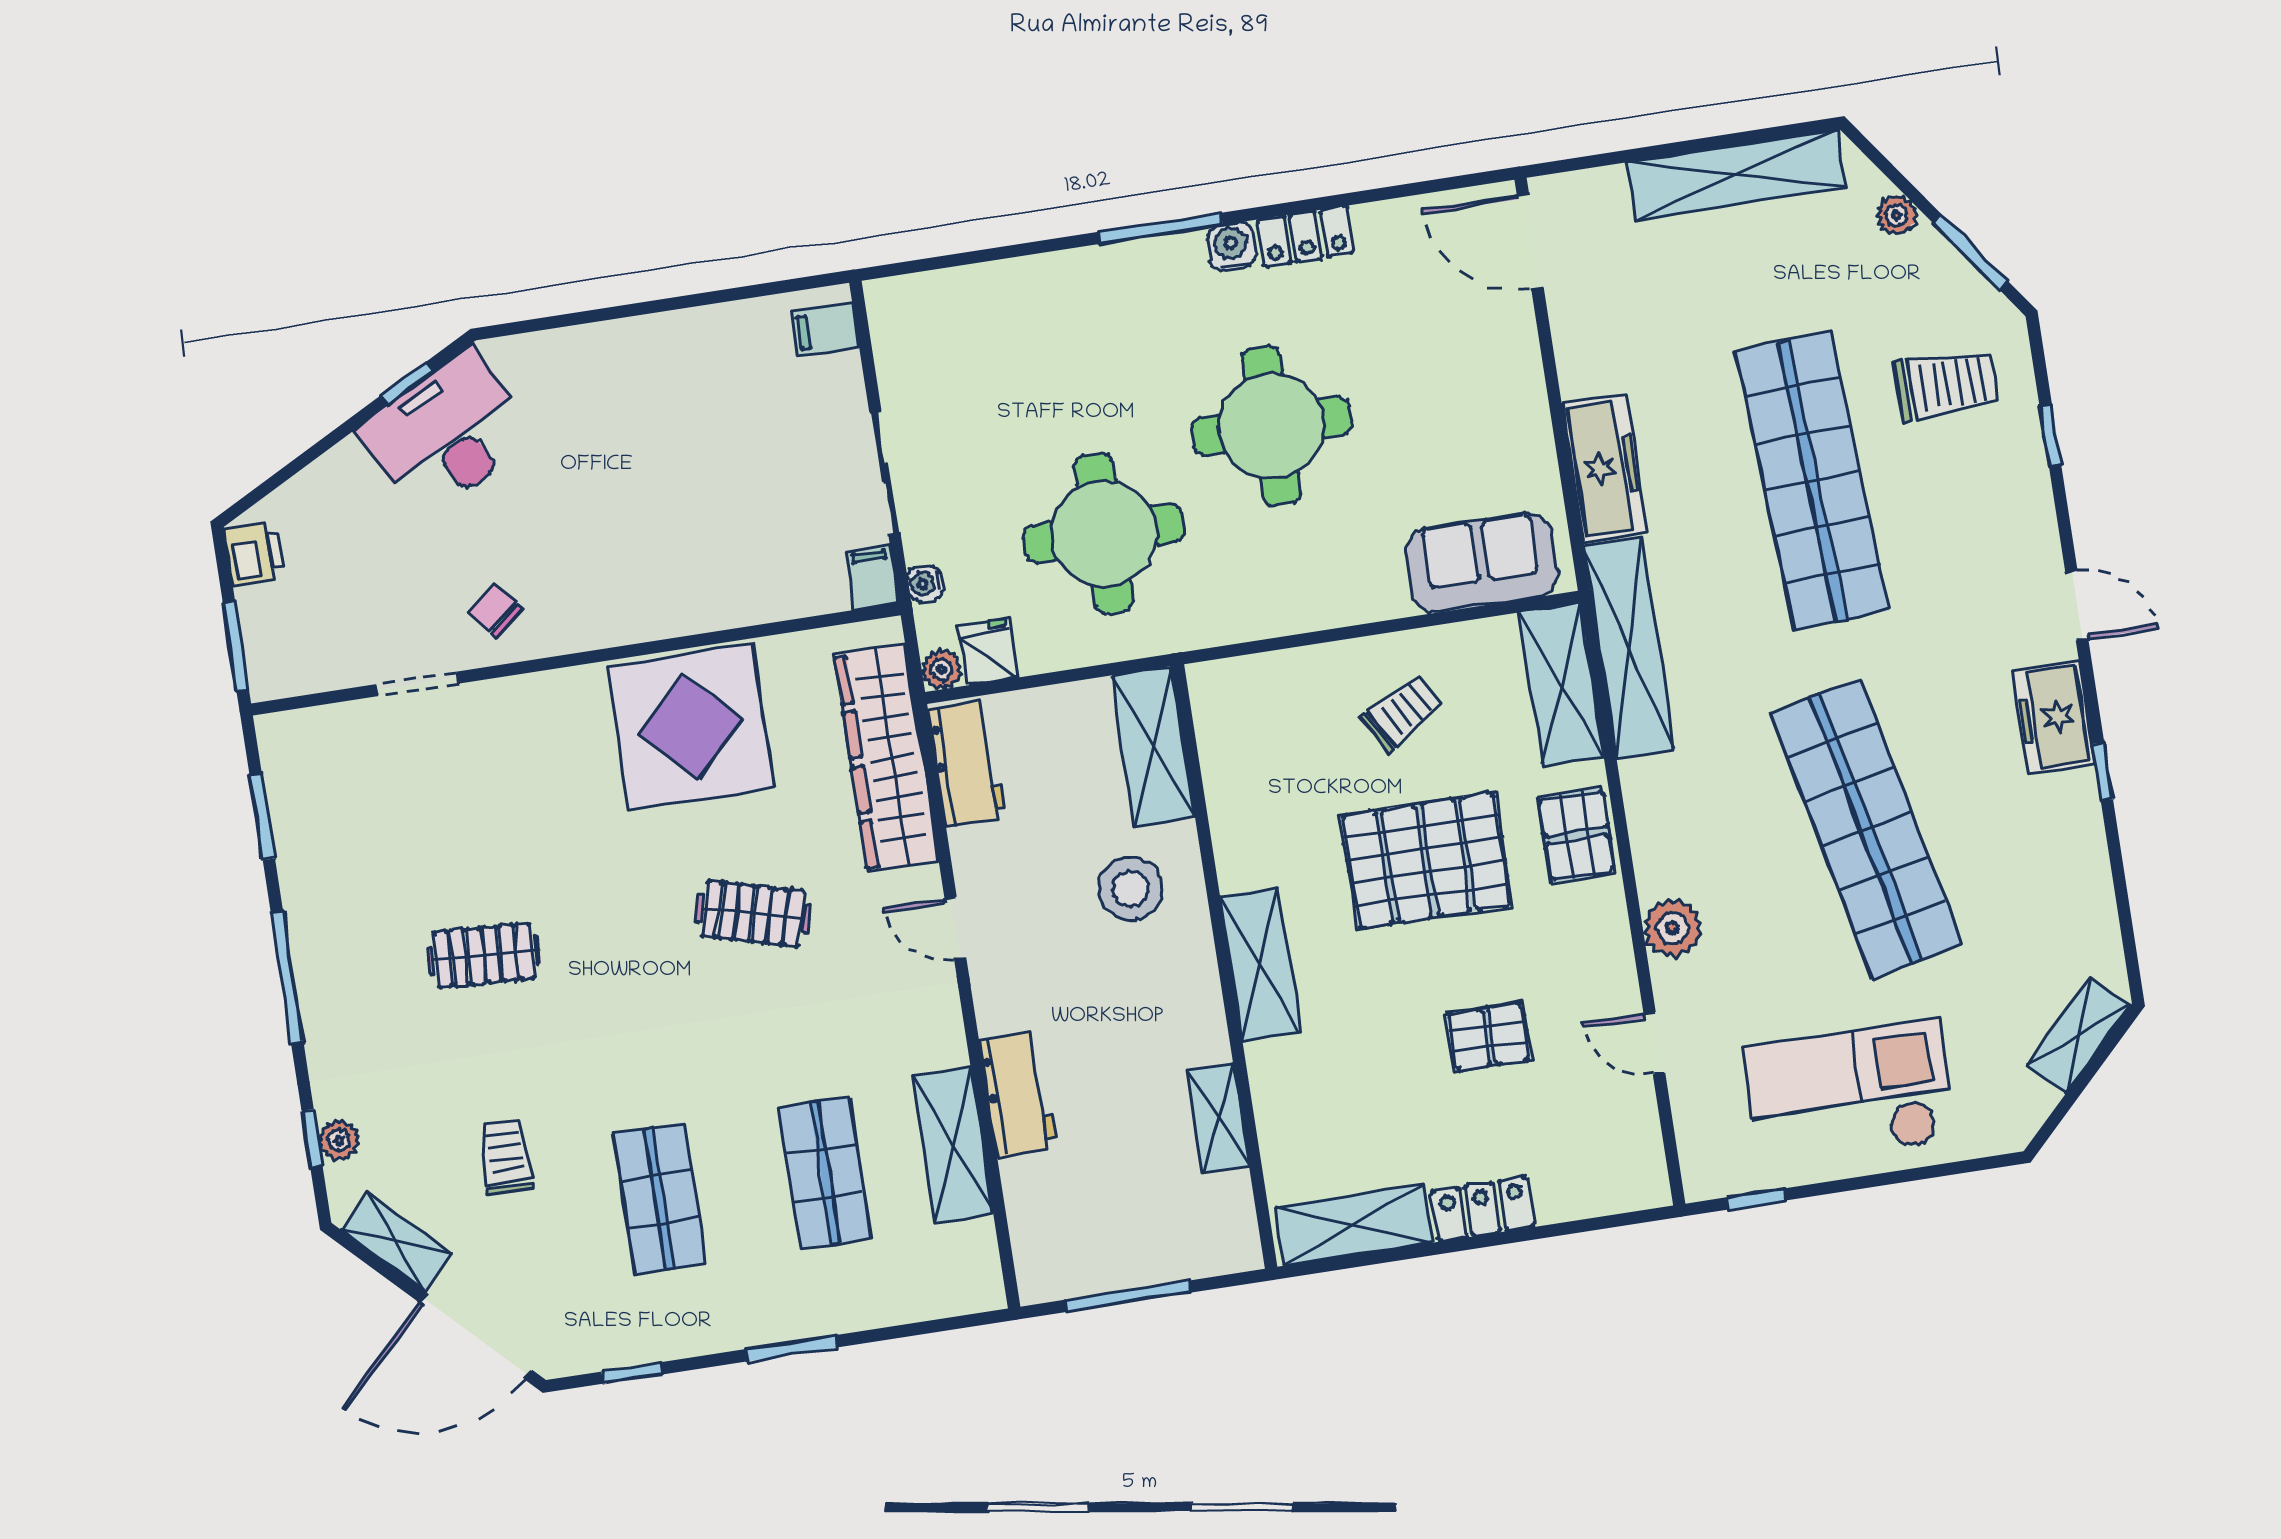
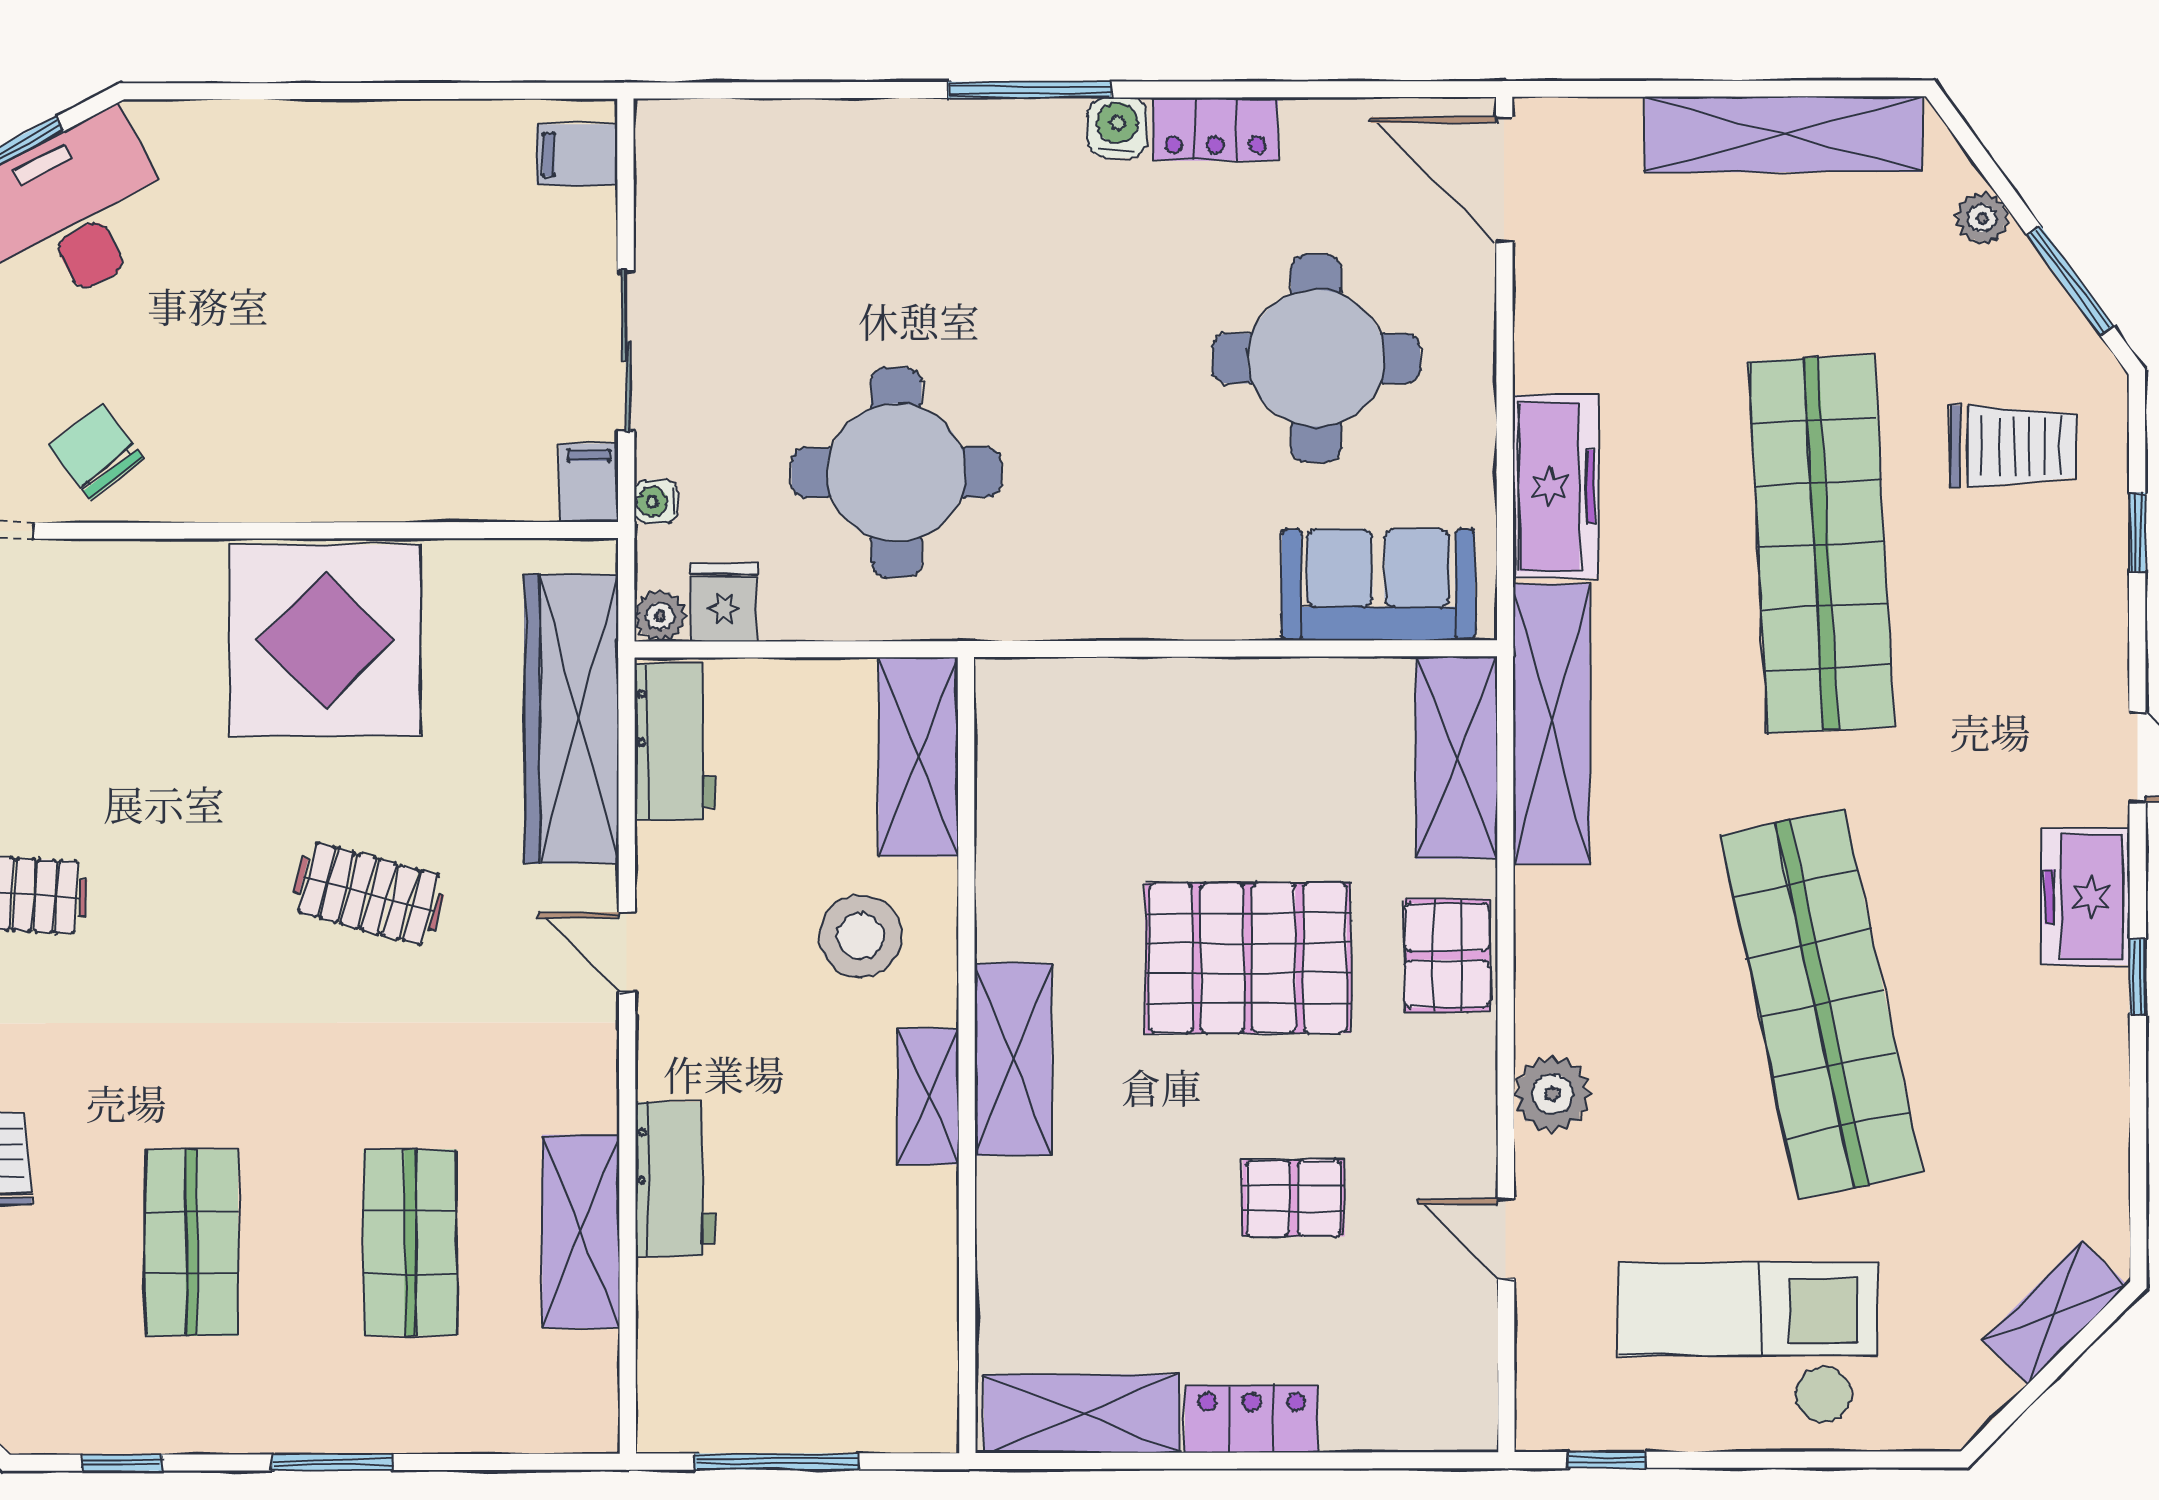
round table: (1271, 426) -> (1316, 358), moved
chair: (495, 610) -> (96, 452), width x1.37, depth x1.37
trolley: (1402, 713) -> (1246, 763), removed
shelving: (1218, 1118) -> (928, 1096), moved

